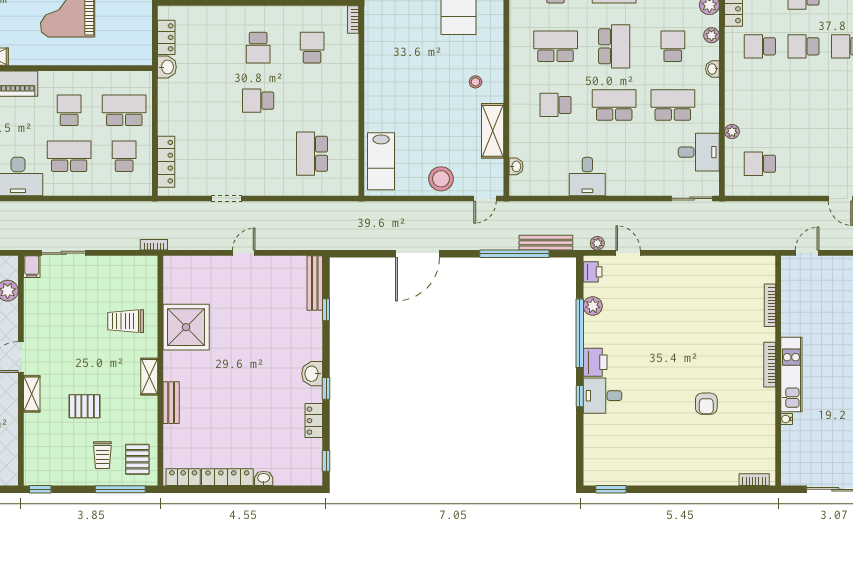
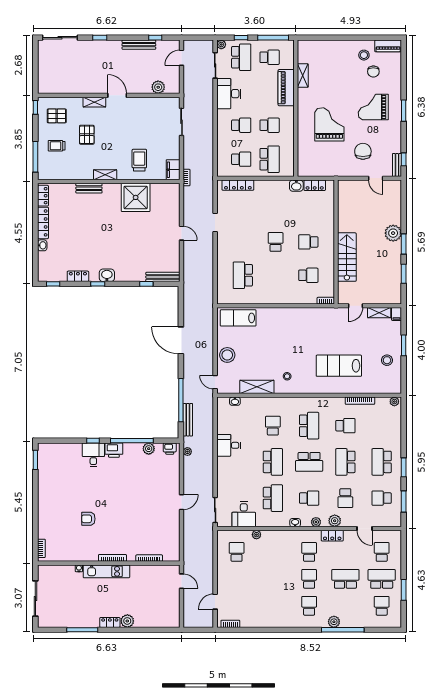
school desk: (312, 154) -> (243, 275), turned -90
school desk: (69, 156) -> (241, 125), width x0.54
door: (628, 253) -> (182, 502), moved
filing cabinet: (32, 267) -> (173, 170), moved, width x2.00
pallet: (137, 459) -> (57, 116), moved

